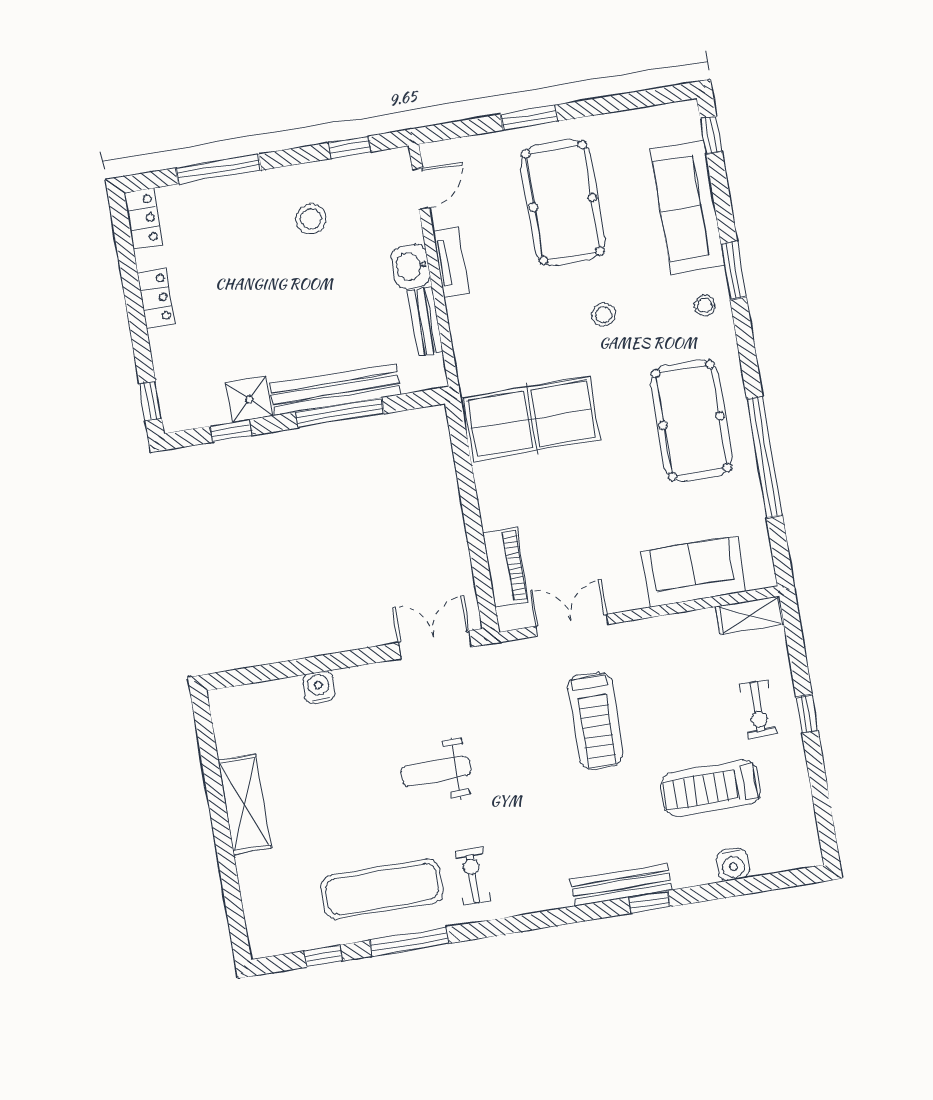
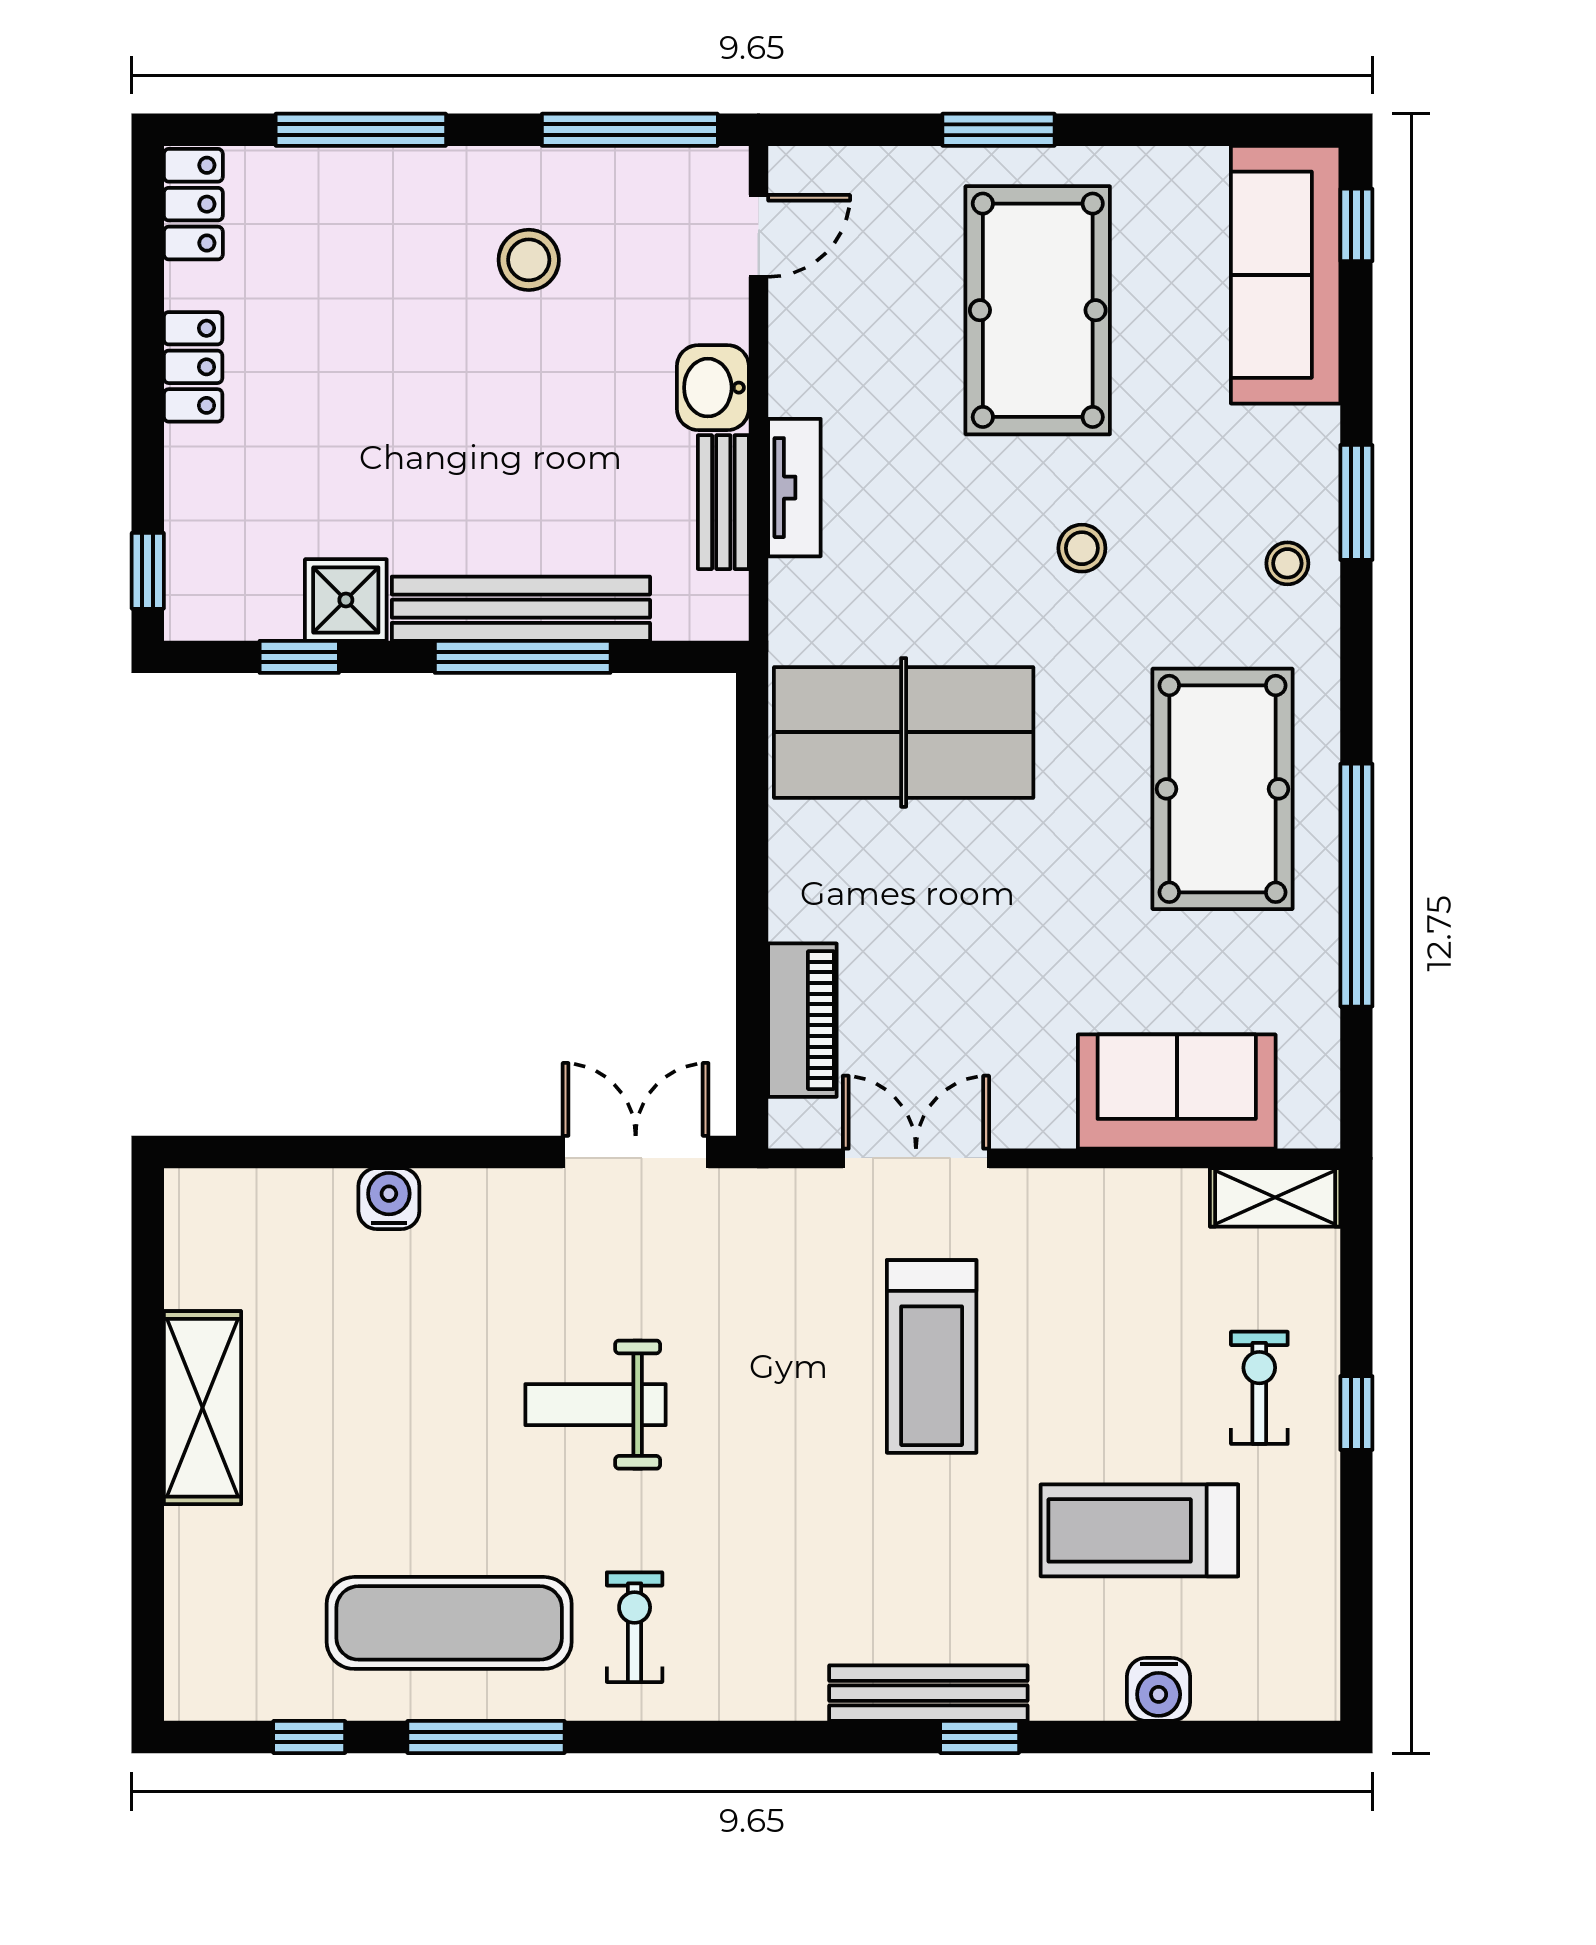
window: (350, 147) -> (630, 130), width x2.17
sofa: (688, 207) -> (1286, 275), moved
tv unit: (451, 262) -> (794, 488), moved
exercise bike: (758, 709) -> (1259, 1388), turned 180

